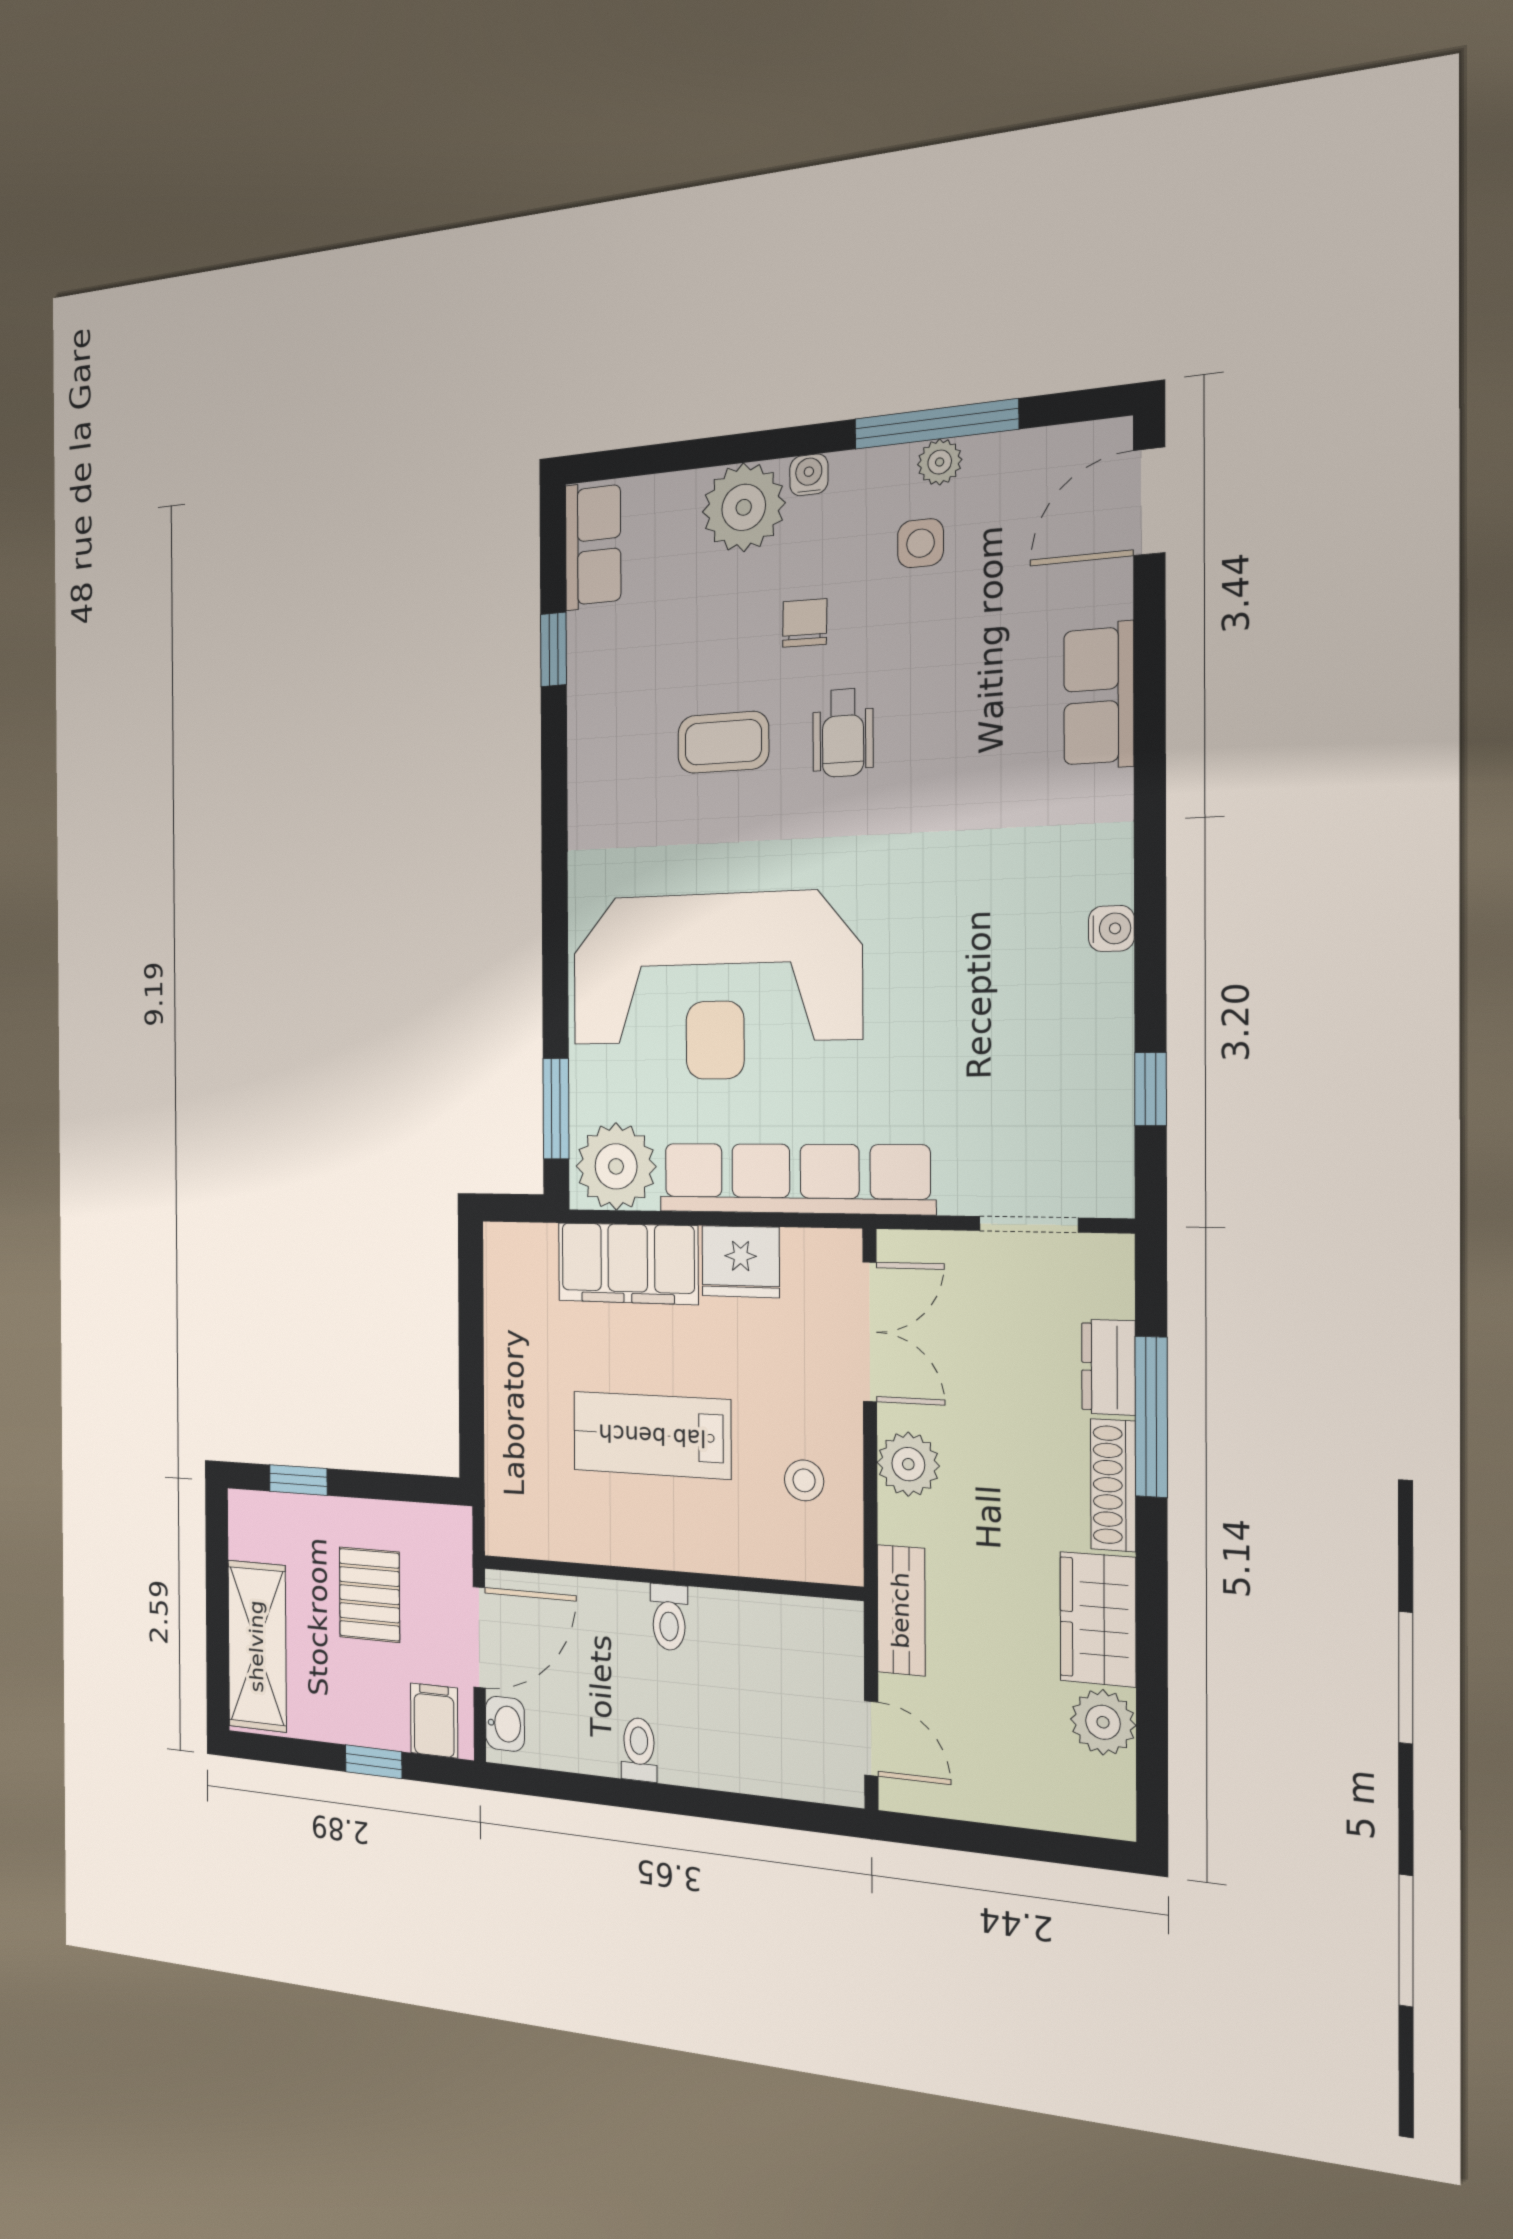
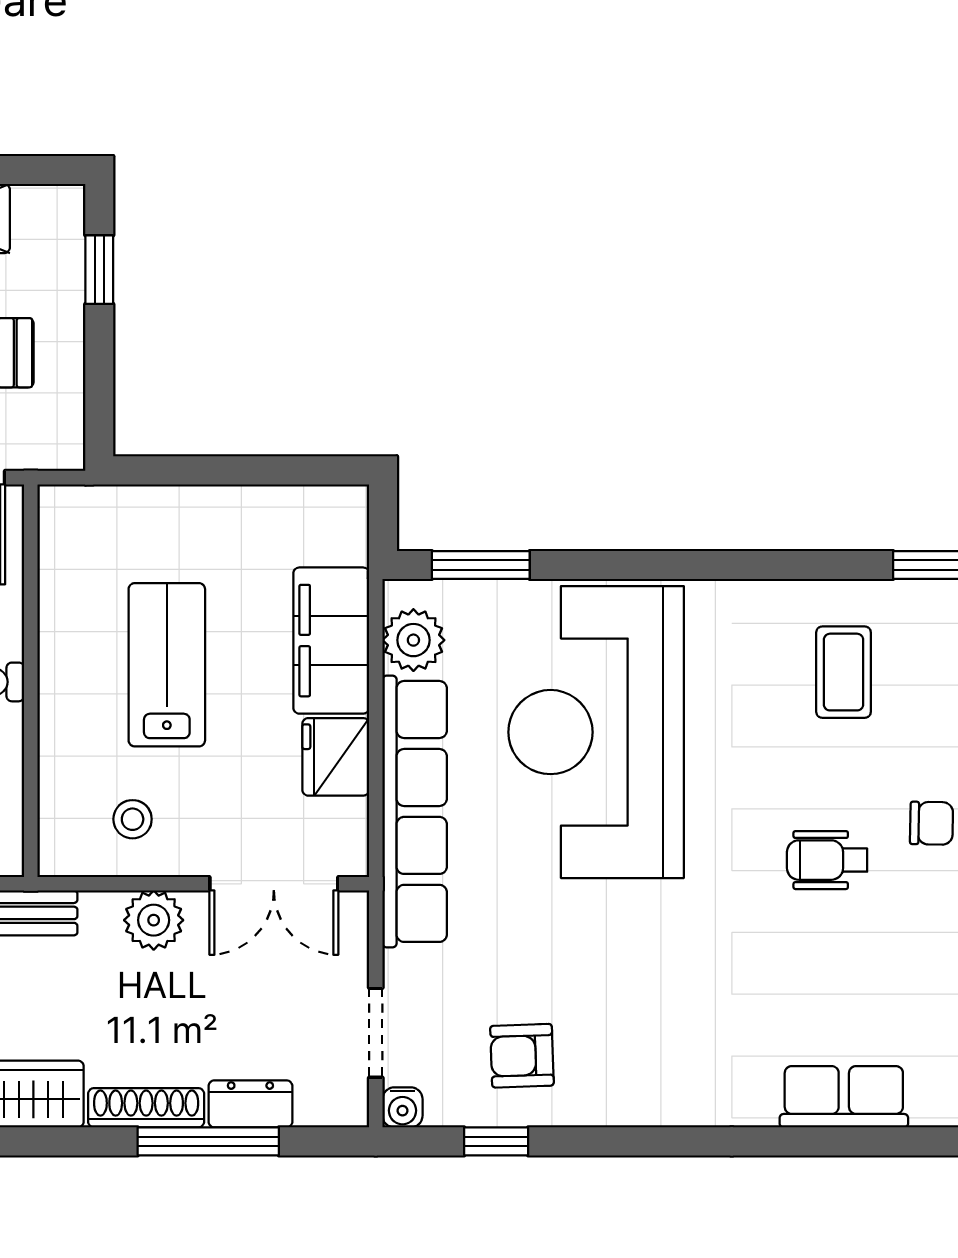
coffee table: (723, 742) -> (844, 672), moved
water cooler: (1111, 929) -> (403, 1107), moved
armchair: (1054, 1061) -> (522, 1056), added
plant: (616, 1166) -> (413, 640), width x0.73, depth x0.73

